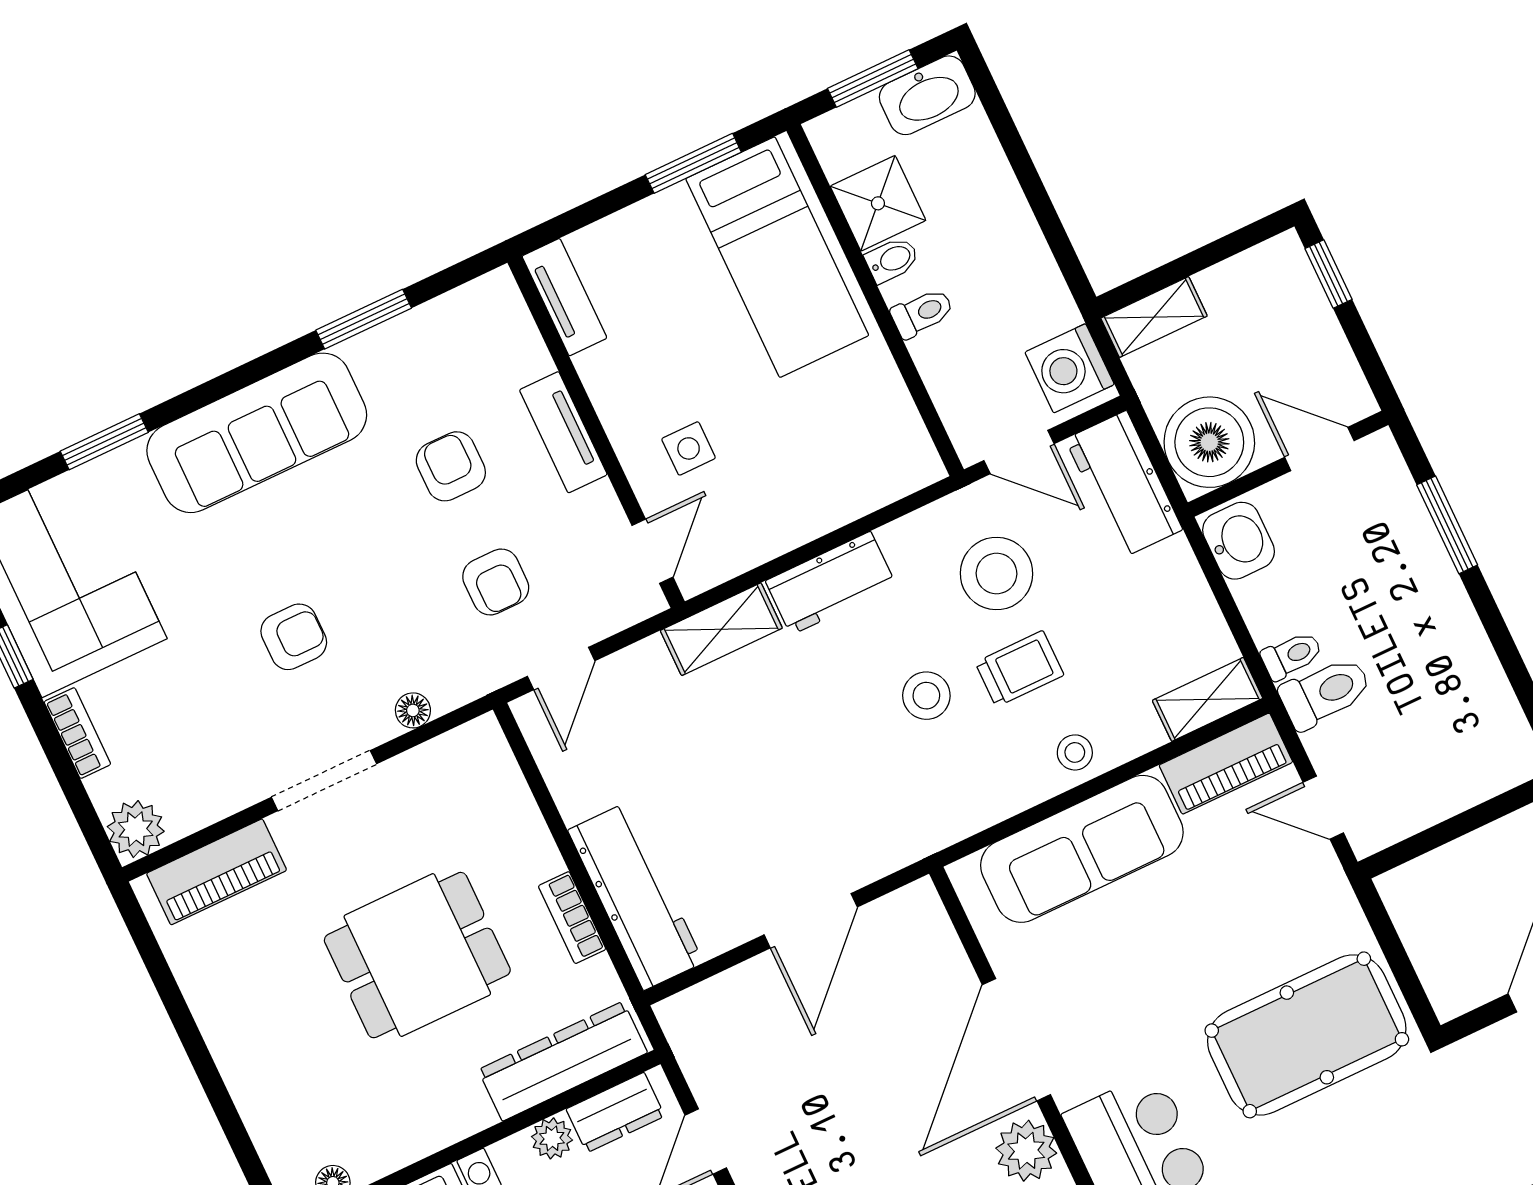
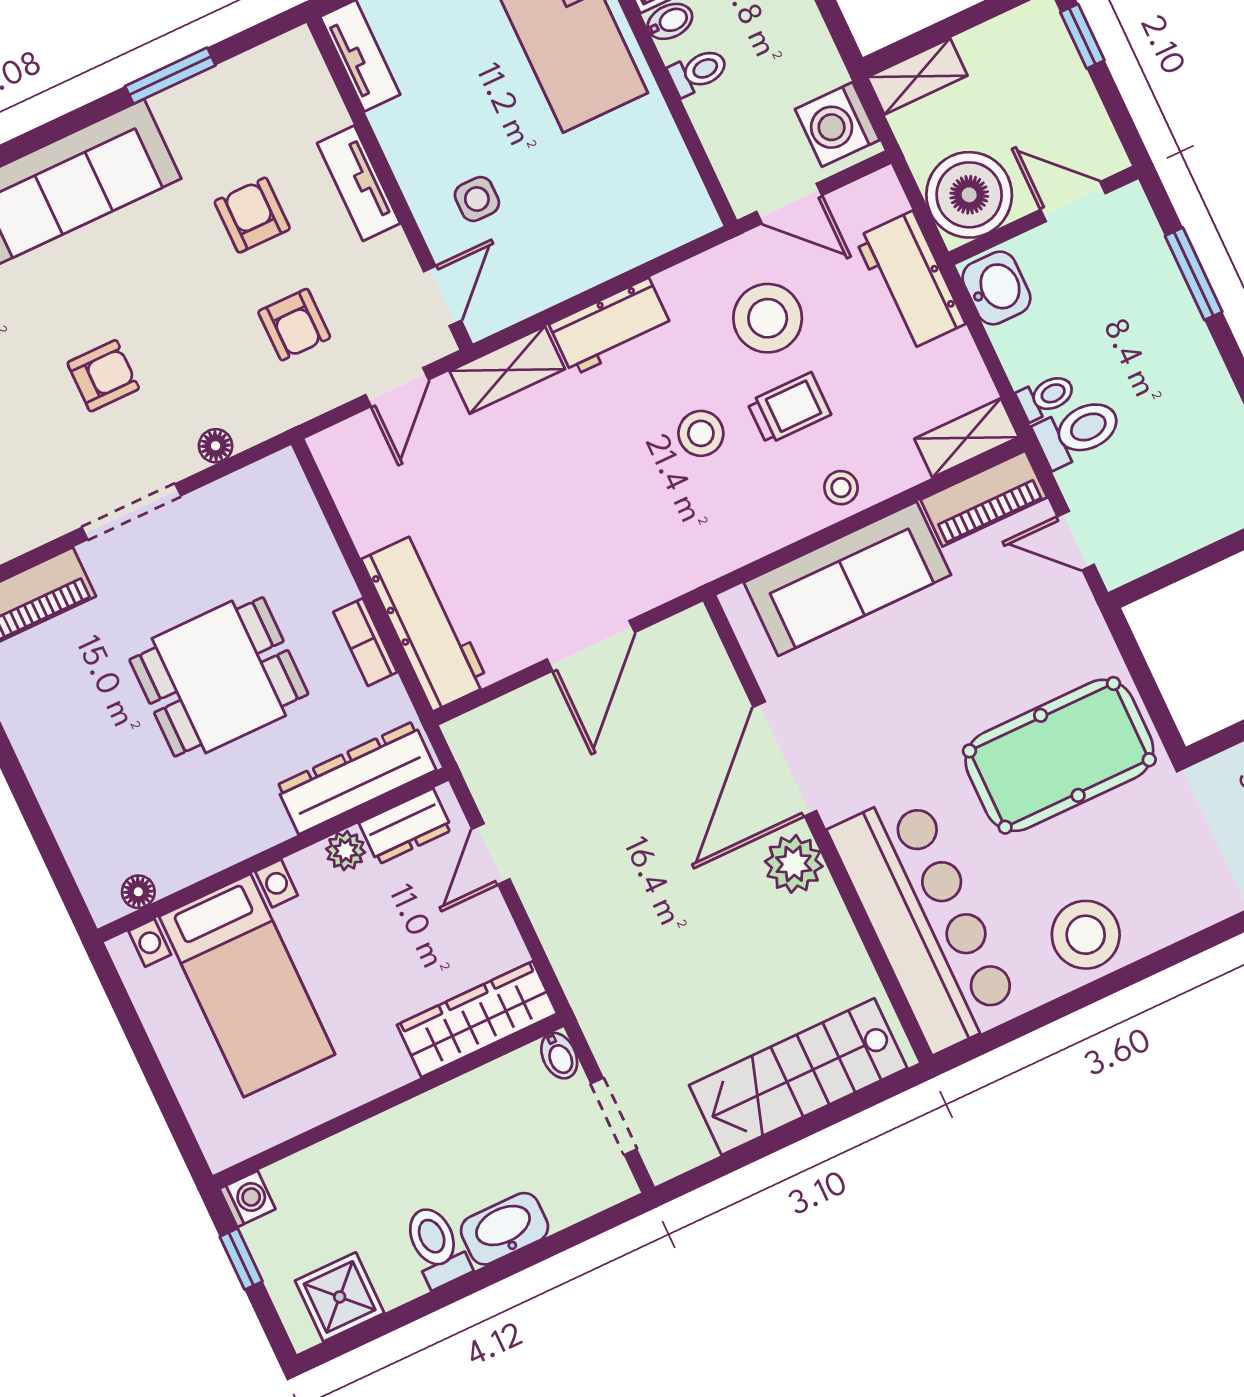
workbench: (1124, 484) -> (910, 281), moved
door: (561, 668) -> (397, 387), moved

